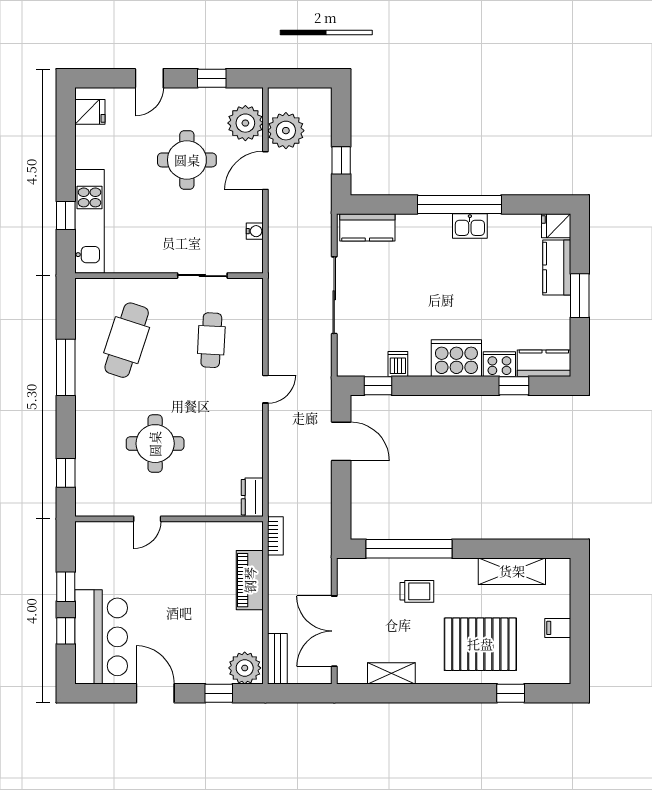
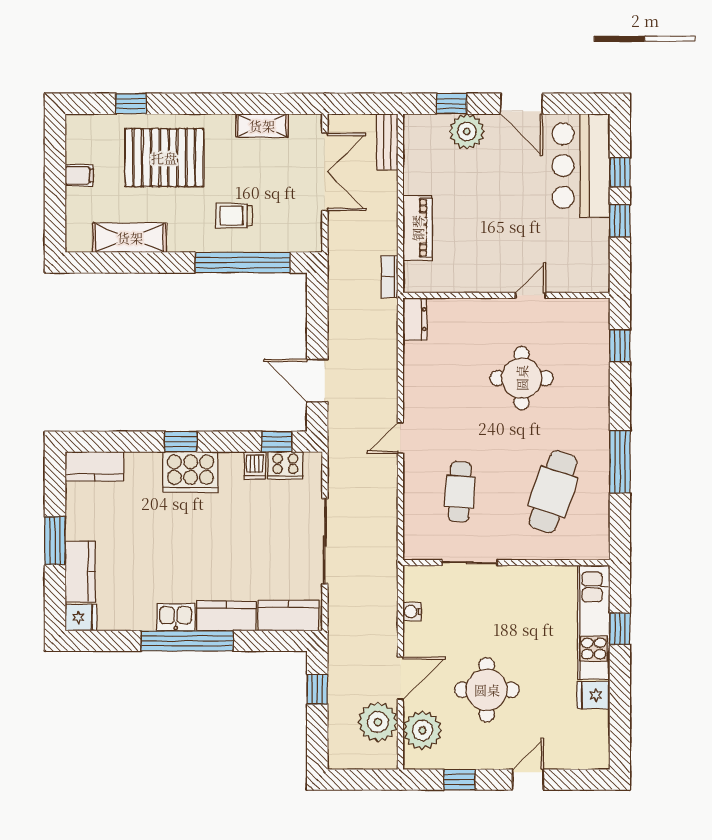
fridge: (90, 112) -> (593, 695), moved
kitchen counter: (424, 227) -> (226, 616), added
cooker: (499, 364) -> (285, 465), moved
window: (514, 386) -> (181, 442), moved
plant: (245, 668) -> (467, 131), moved

